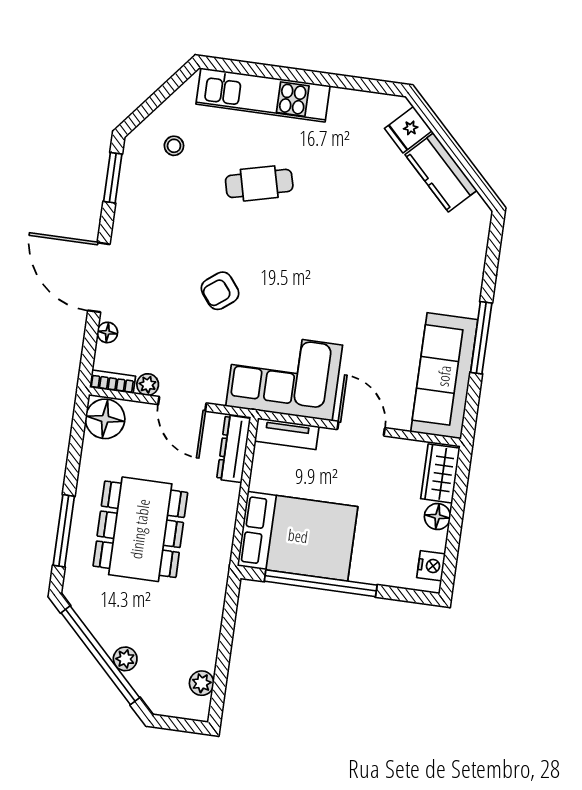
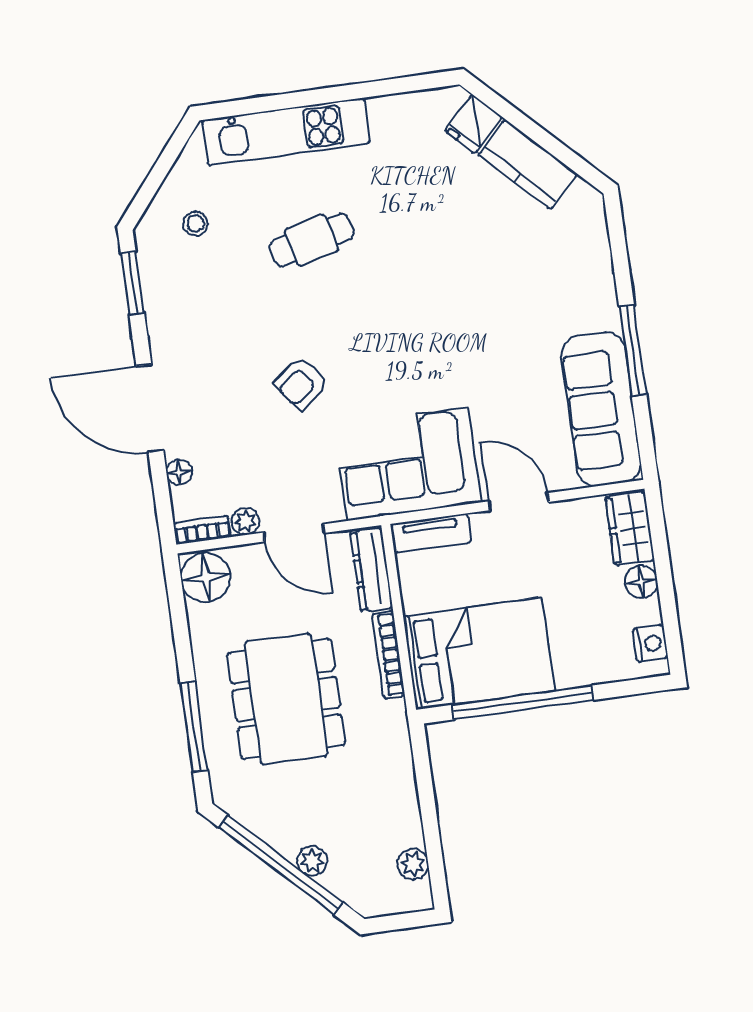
bookcase: (228, 518) -> (388, 655), added

